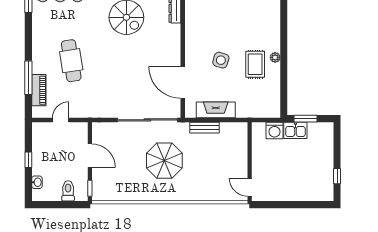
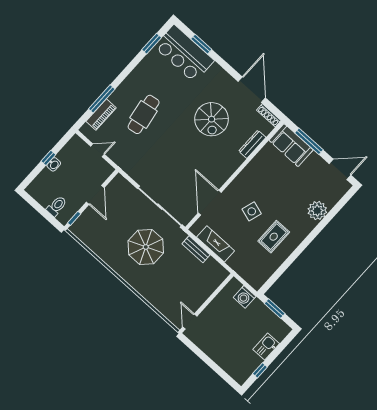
plant: (275, 57) -> (317, 211), moved, width x1.88, depth x1.88
kitchen sink: (295, 130) -> (266, 347), moved, turned 90
washbasin: (37, 182) -> (54, 164), moved

